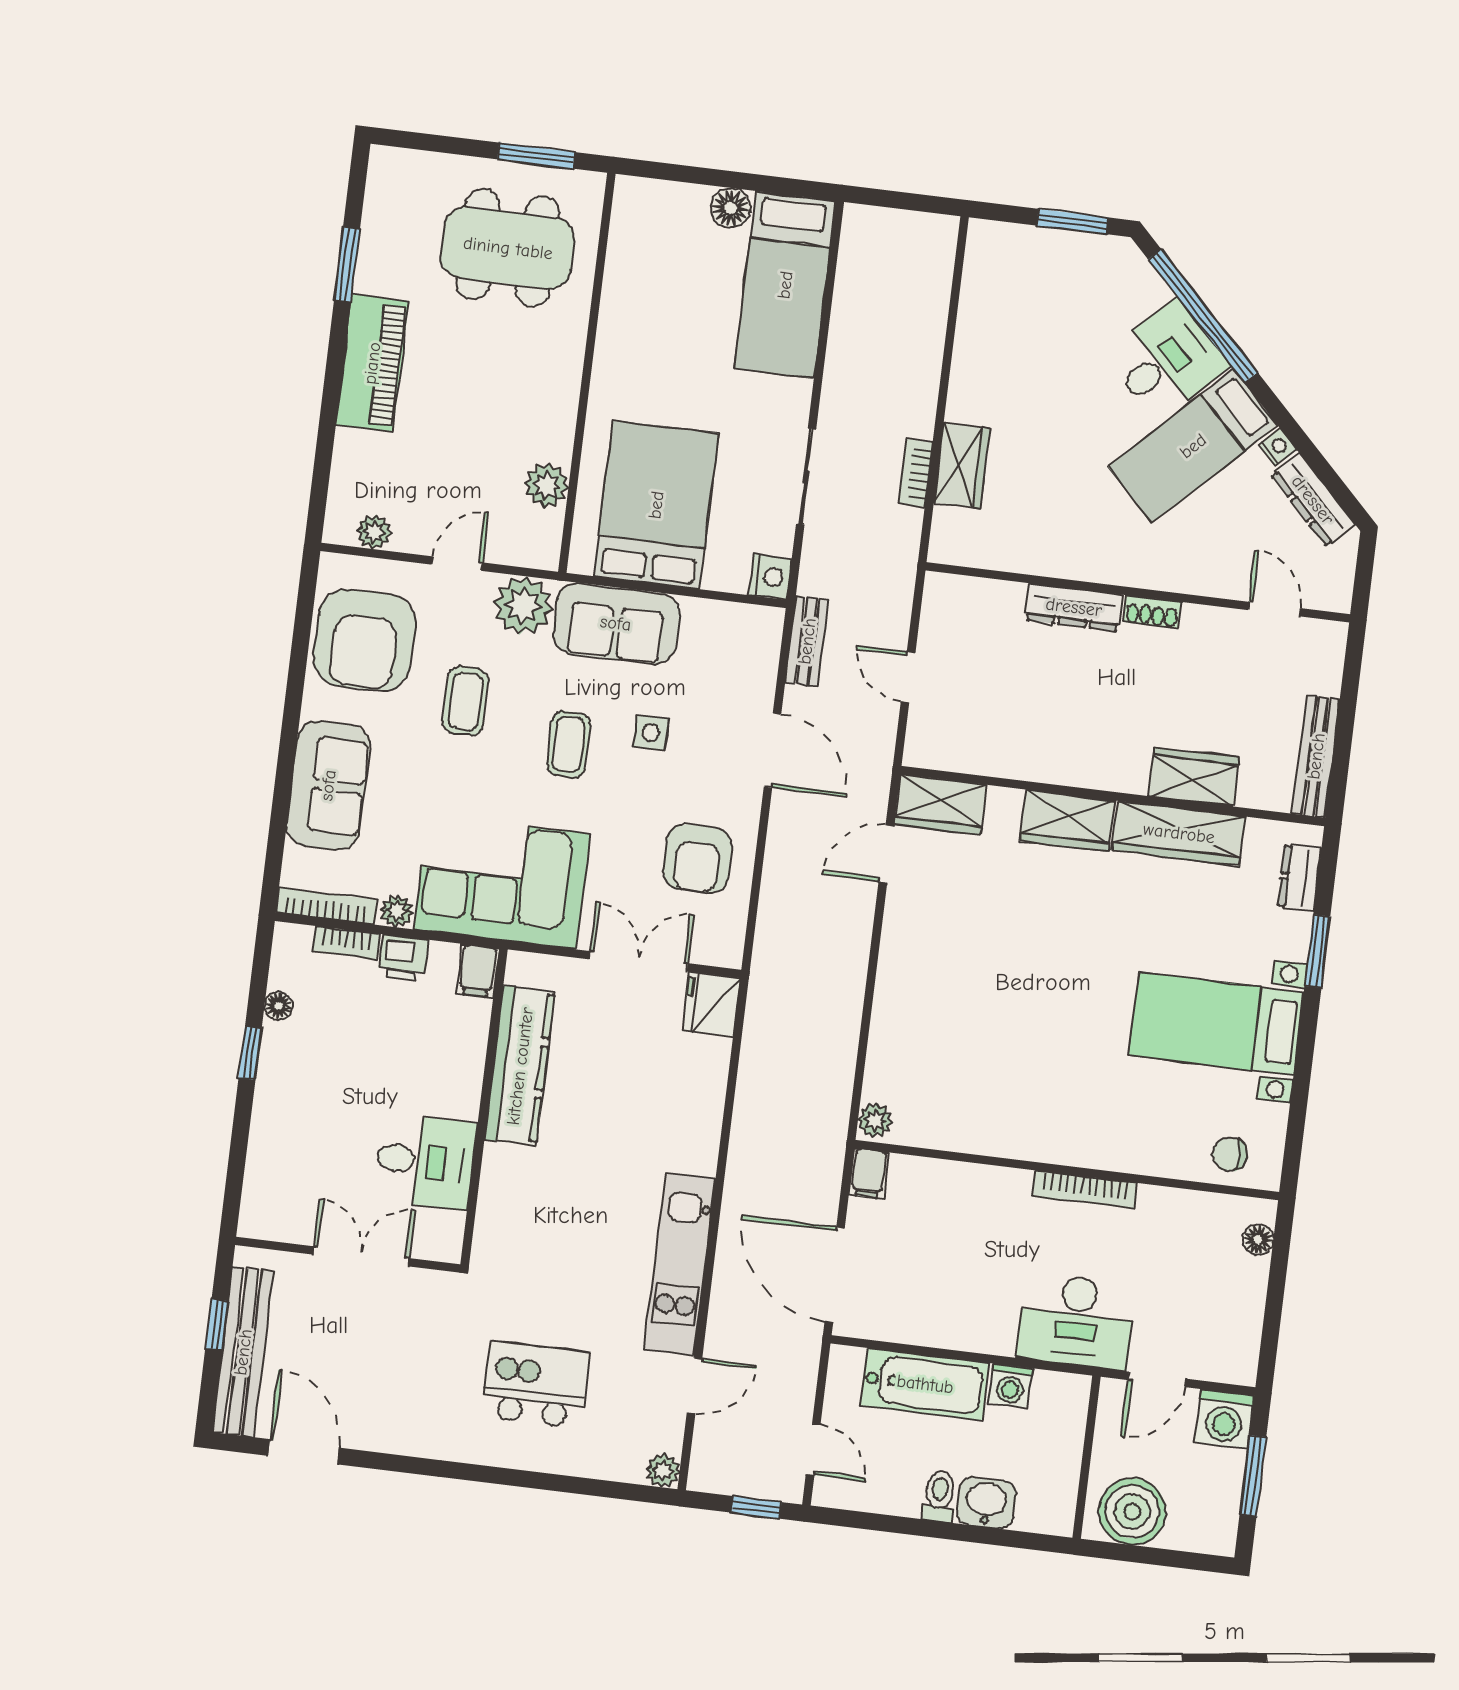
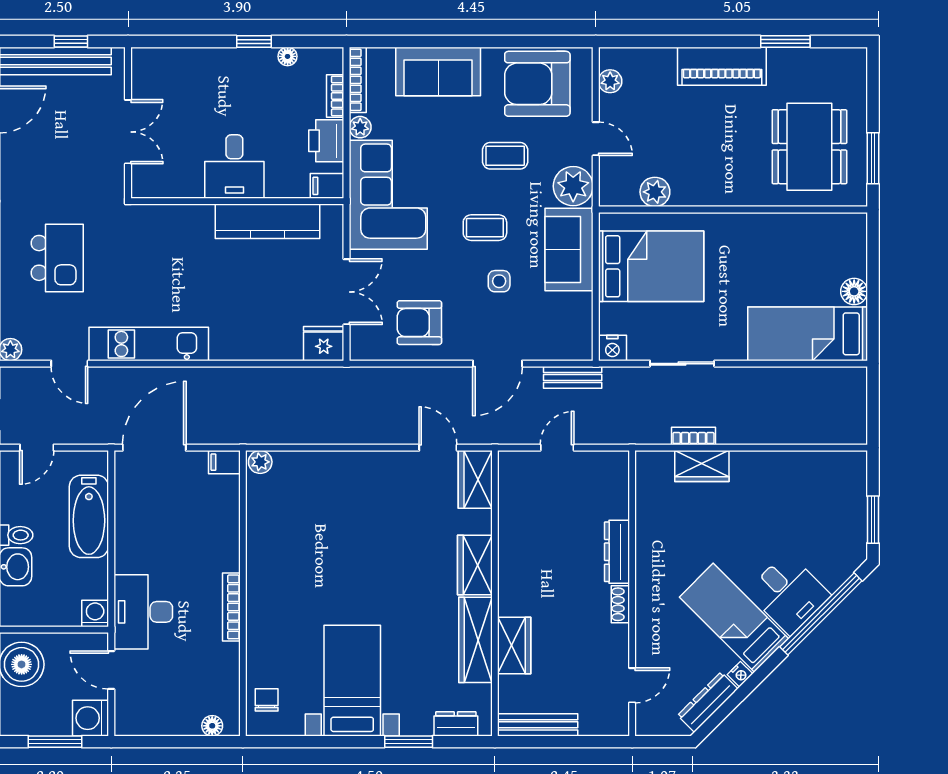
printer: (403, 958) -> (326, 141), width x1.36, depth x1.24
desk: (425, 1162) -> (234, 167), moved
washing machine: (1010, 1386) -> (95, 614), moved, turned 90

